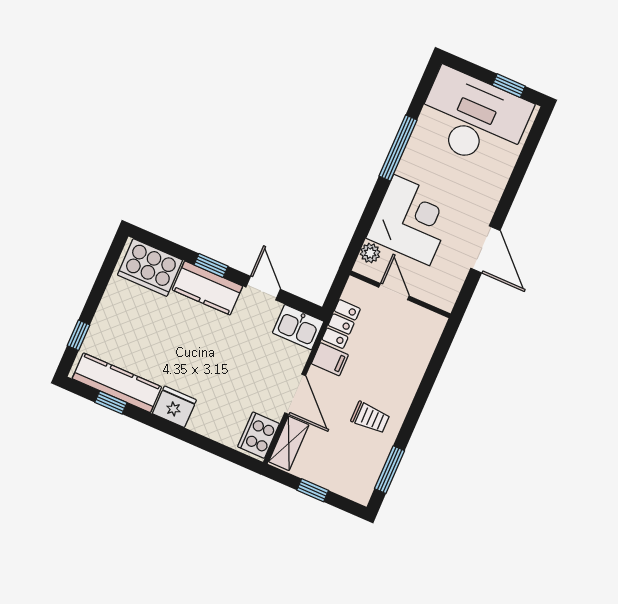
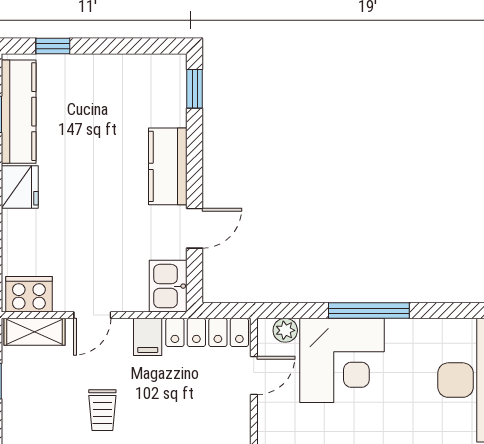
window: (398, 148) -> (369, 311), moved
window: (211, 265) -> (195, 89), moved
cooker: (150, 268) -> (163, 93), removed
locker: (341, 324) -> (207, 332), width x1.53
door: (295, 394) -> (92, 315), width x0.73

